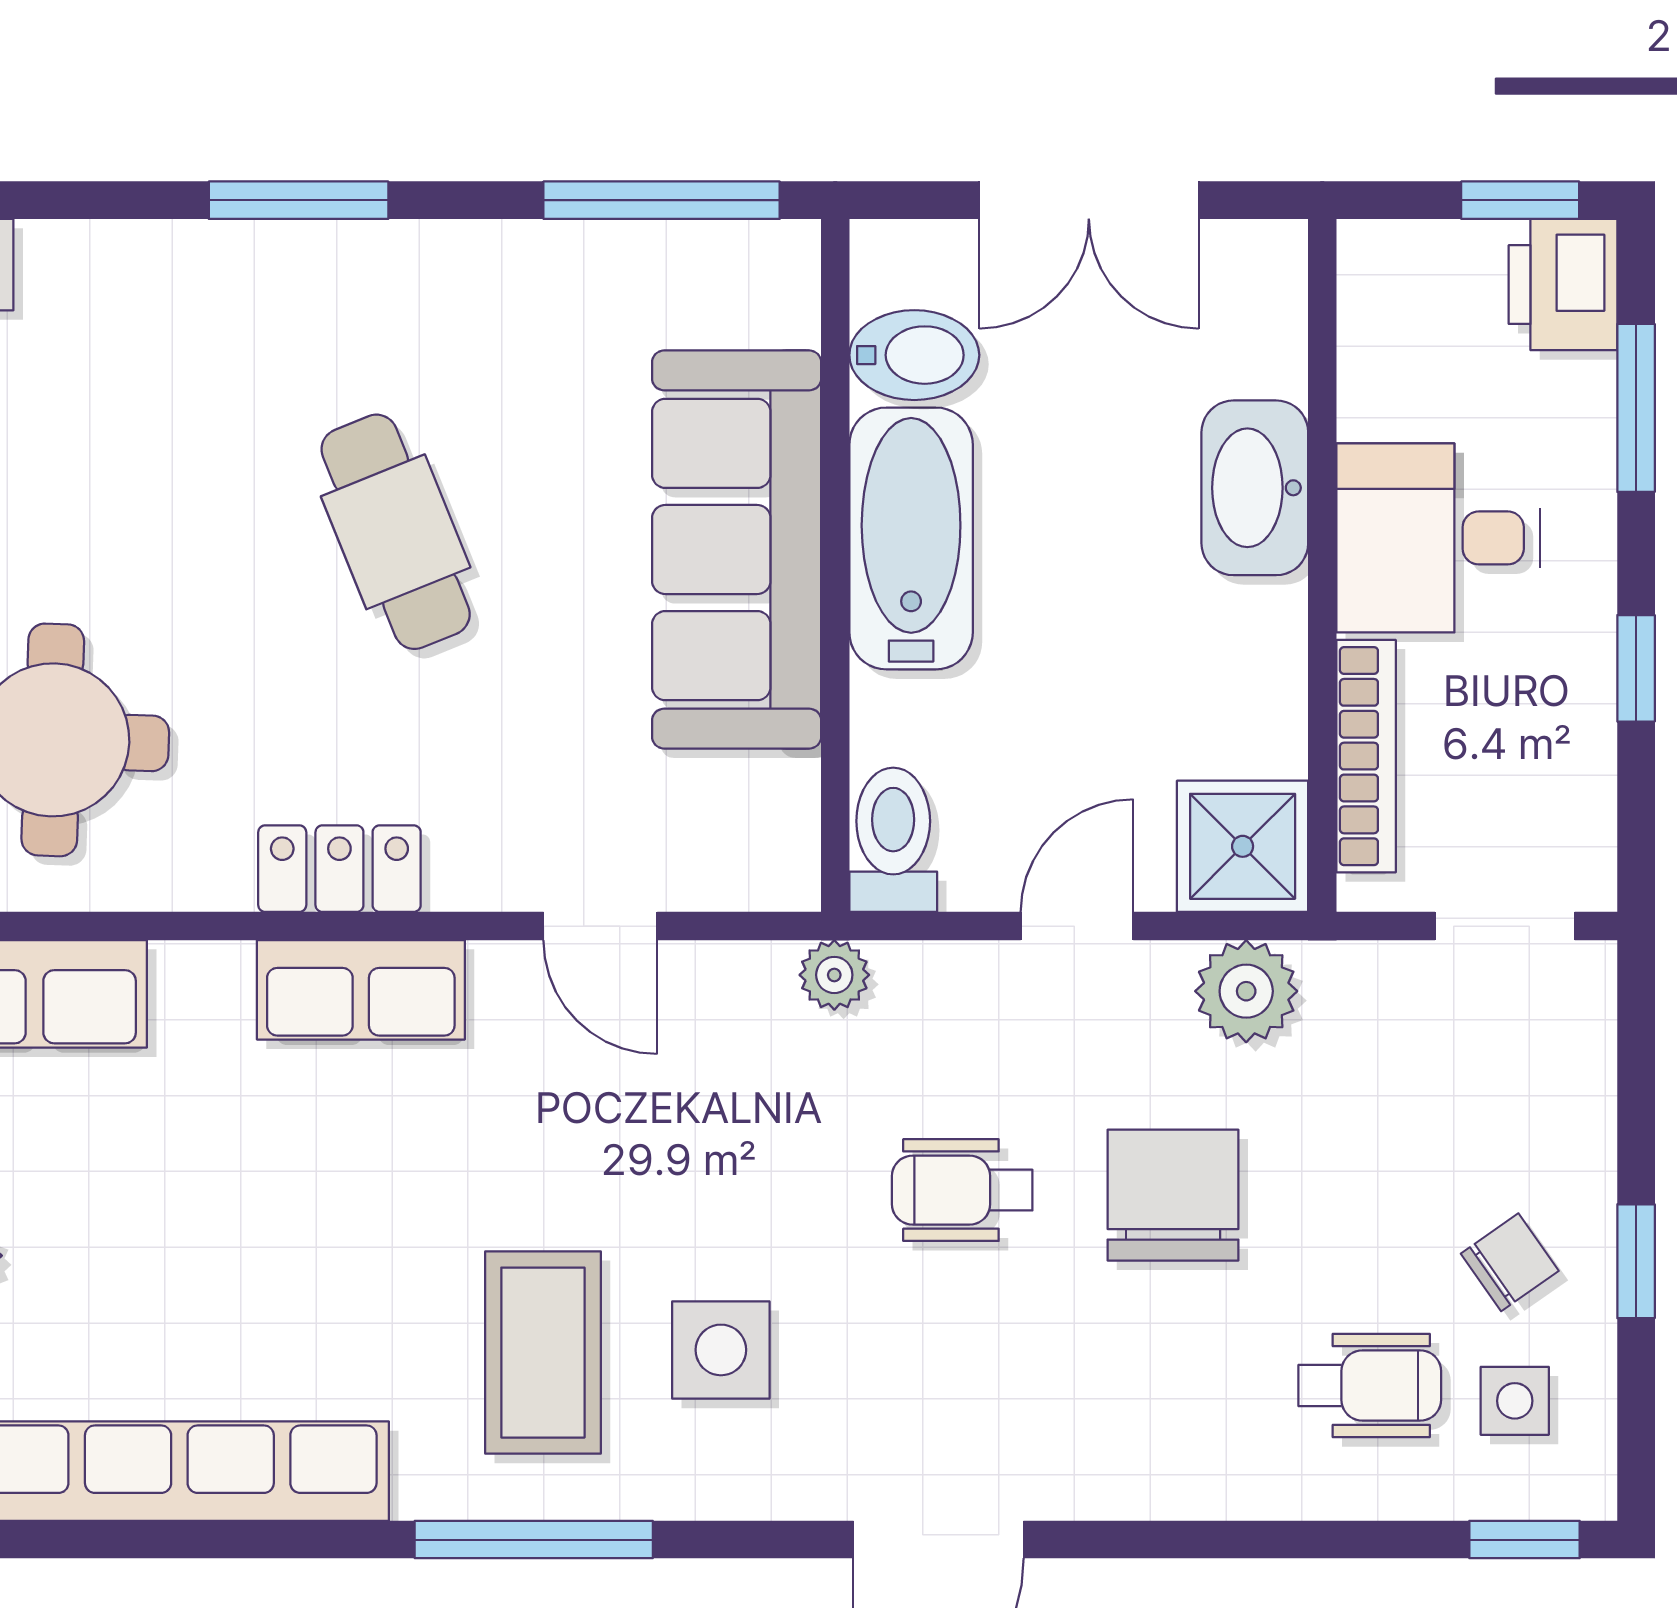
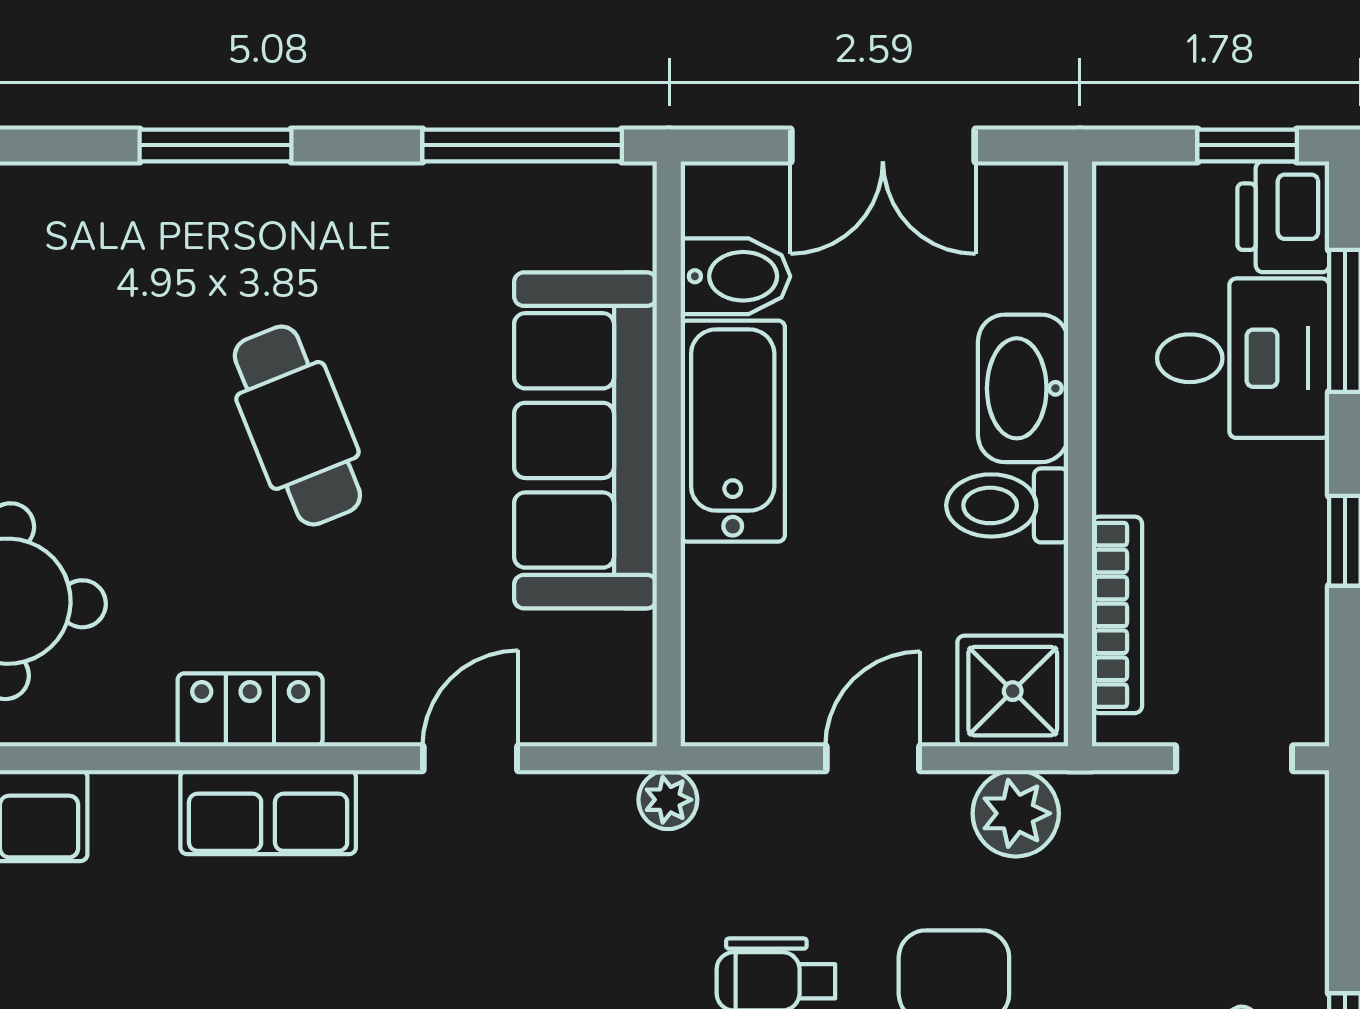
desk: (1438, 538) -> (1243, 358), moved, turned 180
toilet: (893, 840) -> (1007, 505), moved, turned -90
door: (600, 926) -> (470, 758), swing flipped

